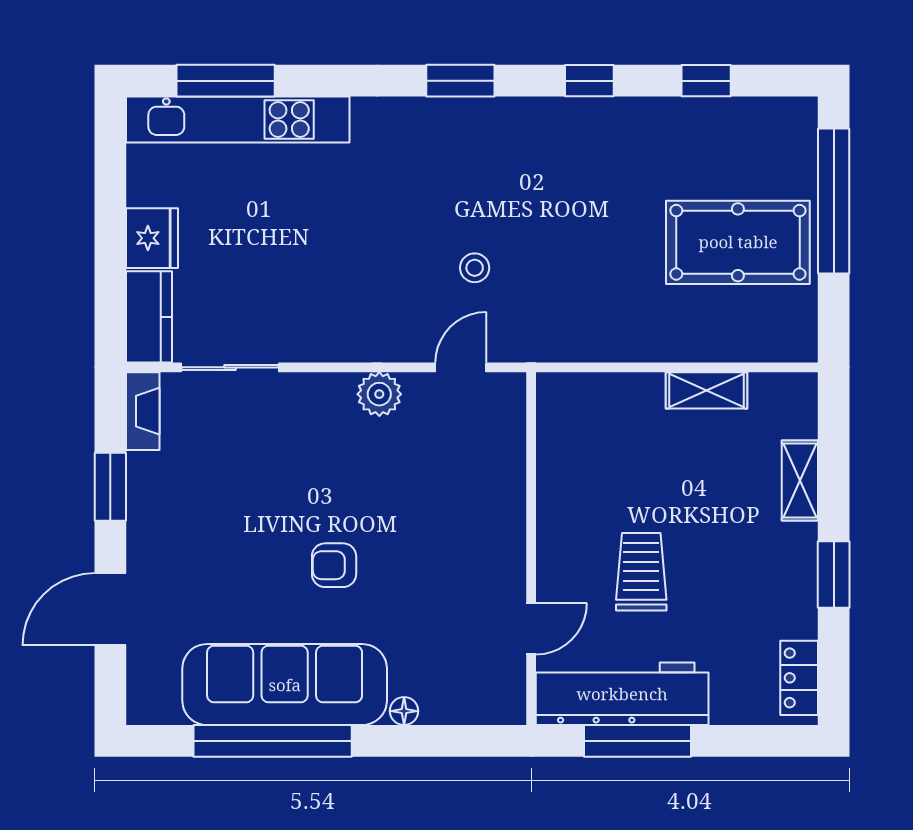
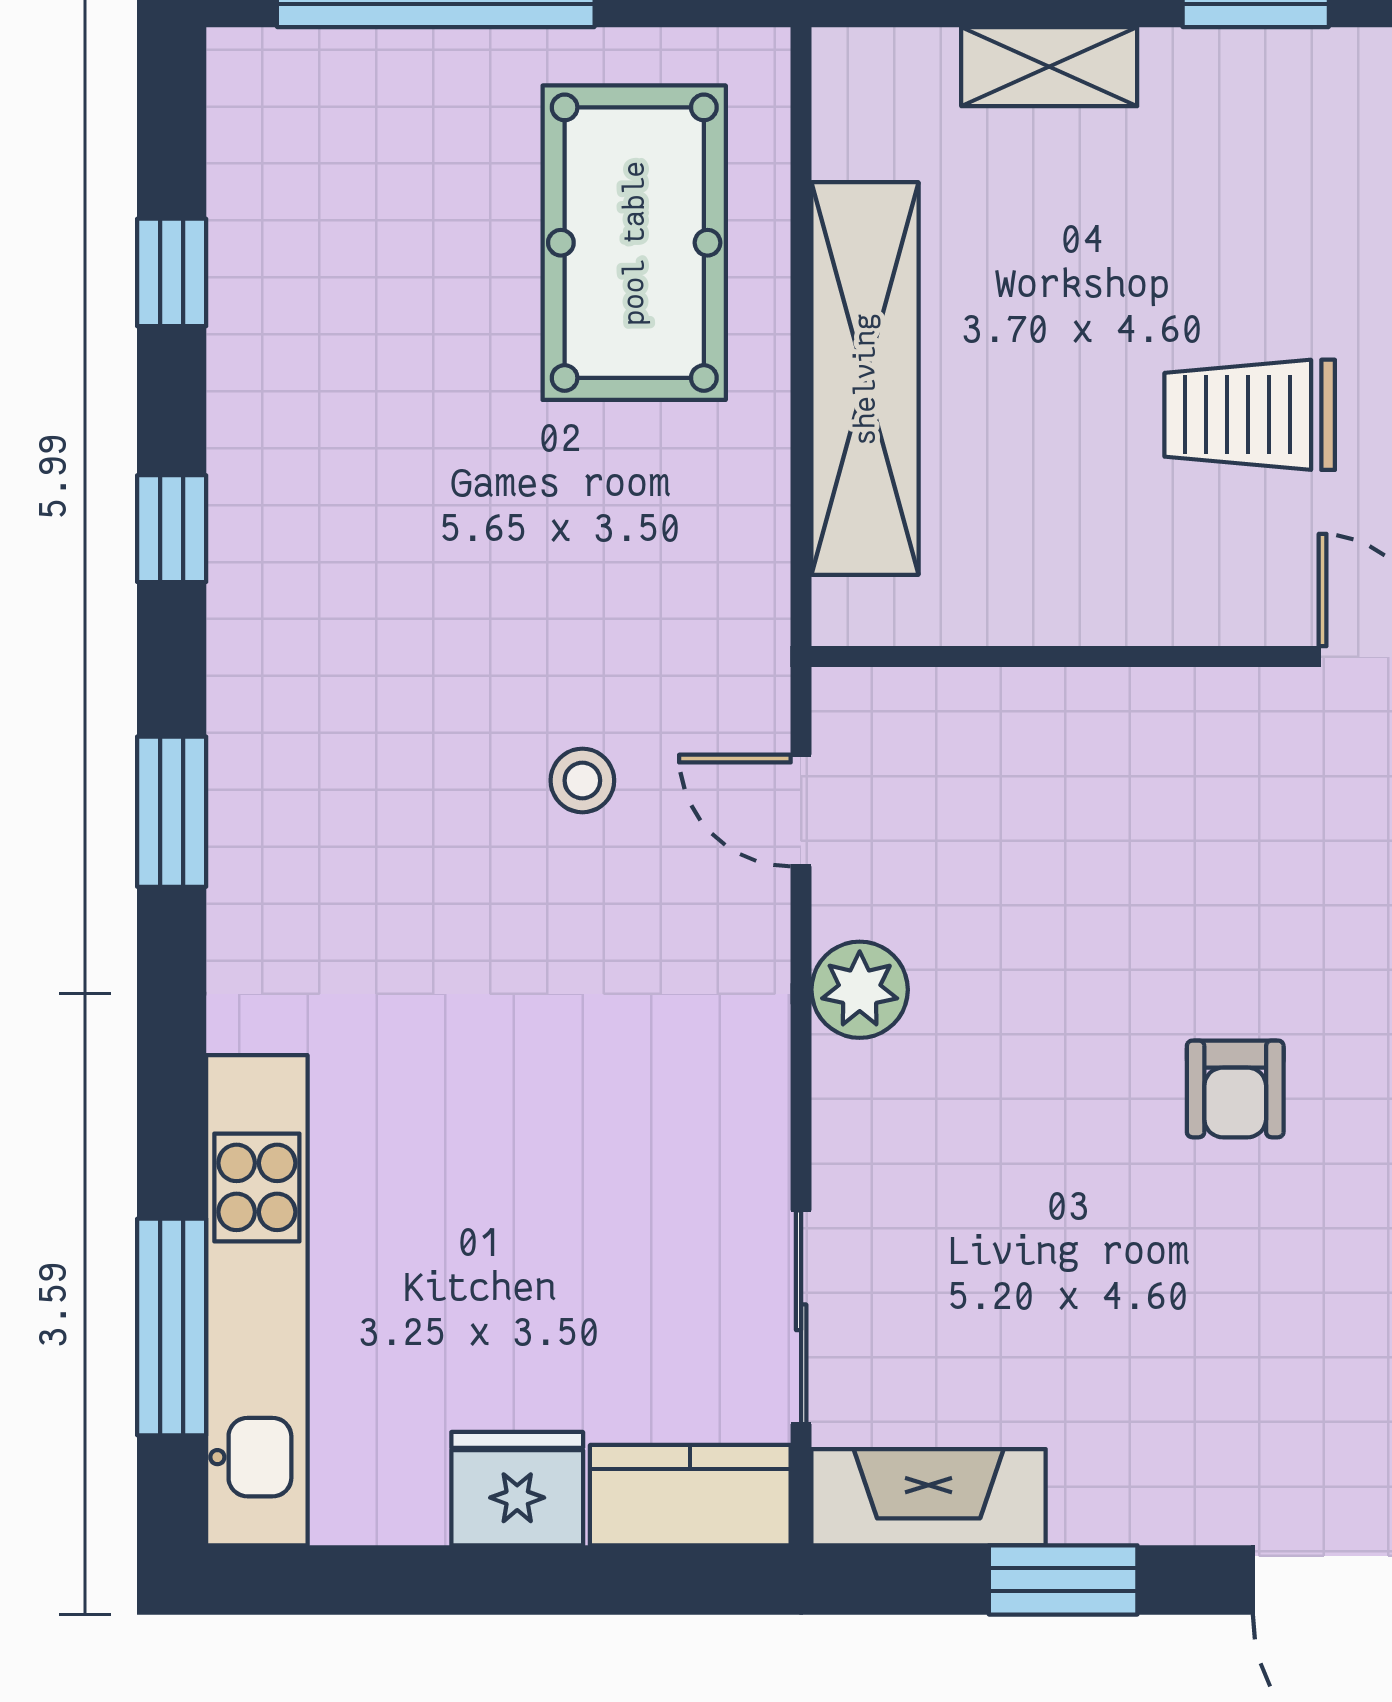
pool table: (738, 242) -> (634, 243), moved
shelving: (707, 390) -> (865, 379), width x2.20, depth x1.33
fireplace: (143, 411) -> (929, 1497), width x1.37, depth x1.32

